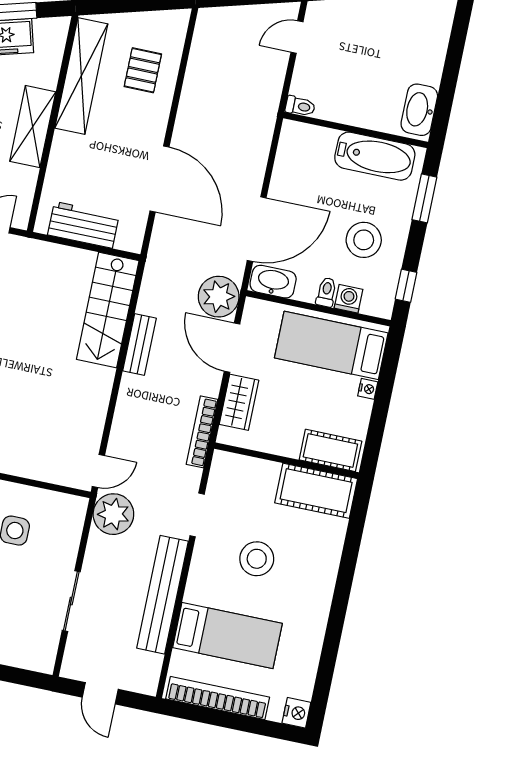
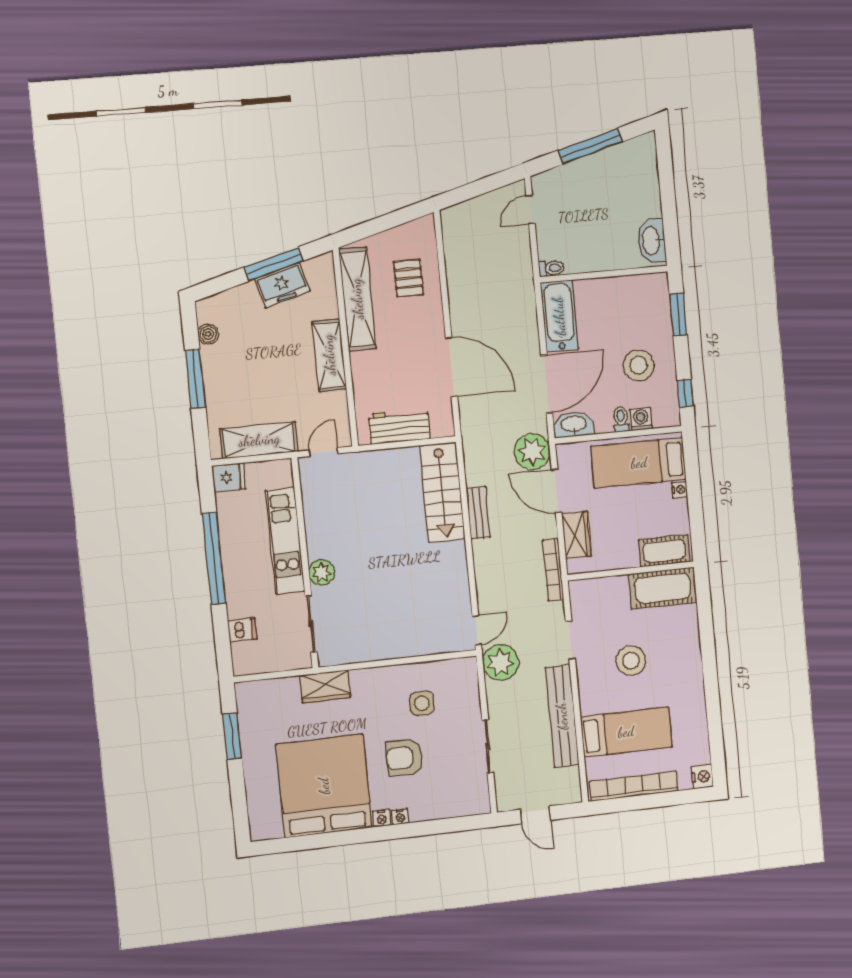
bathtub: (375, 156) -> (559, 316), moved, turned -90

